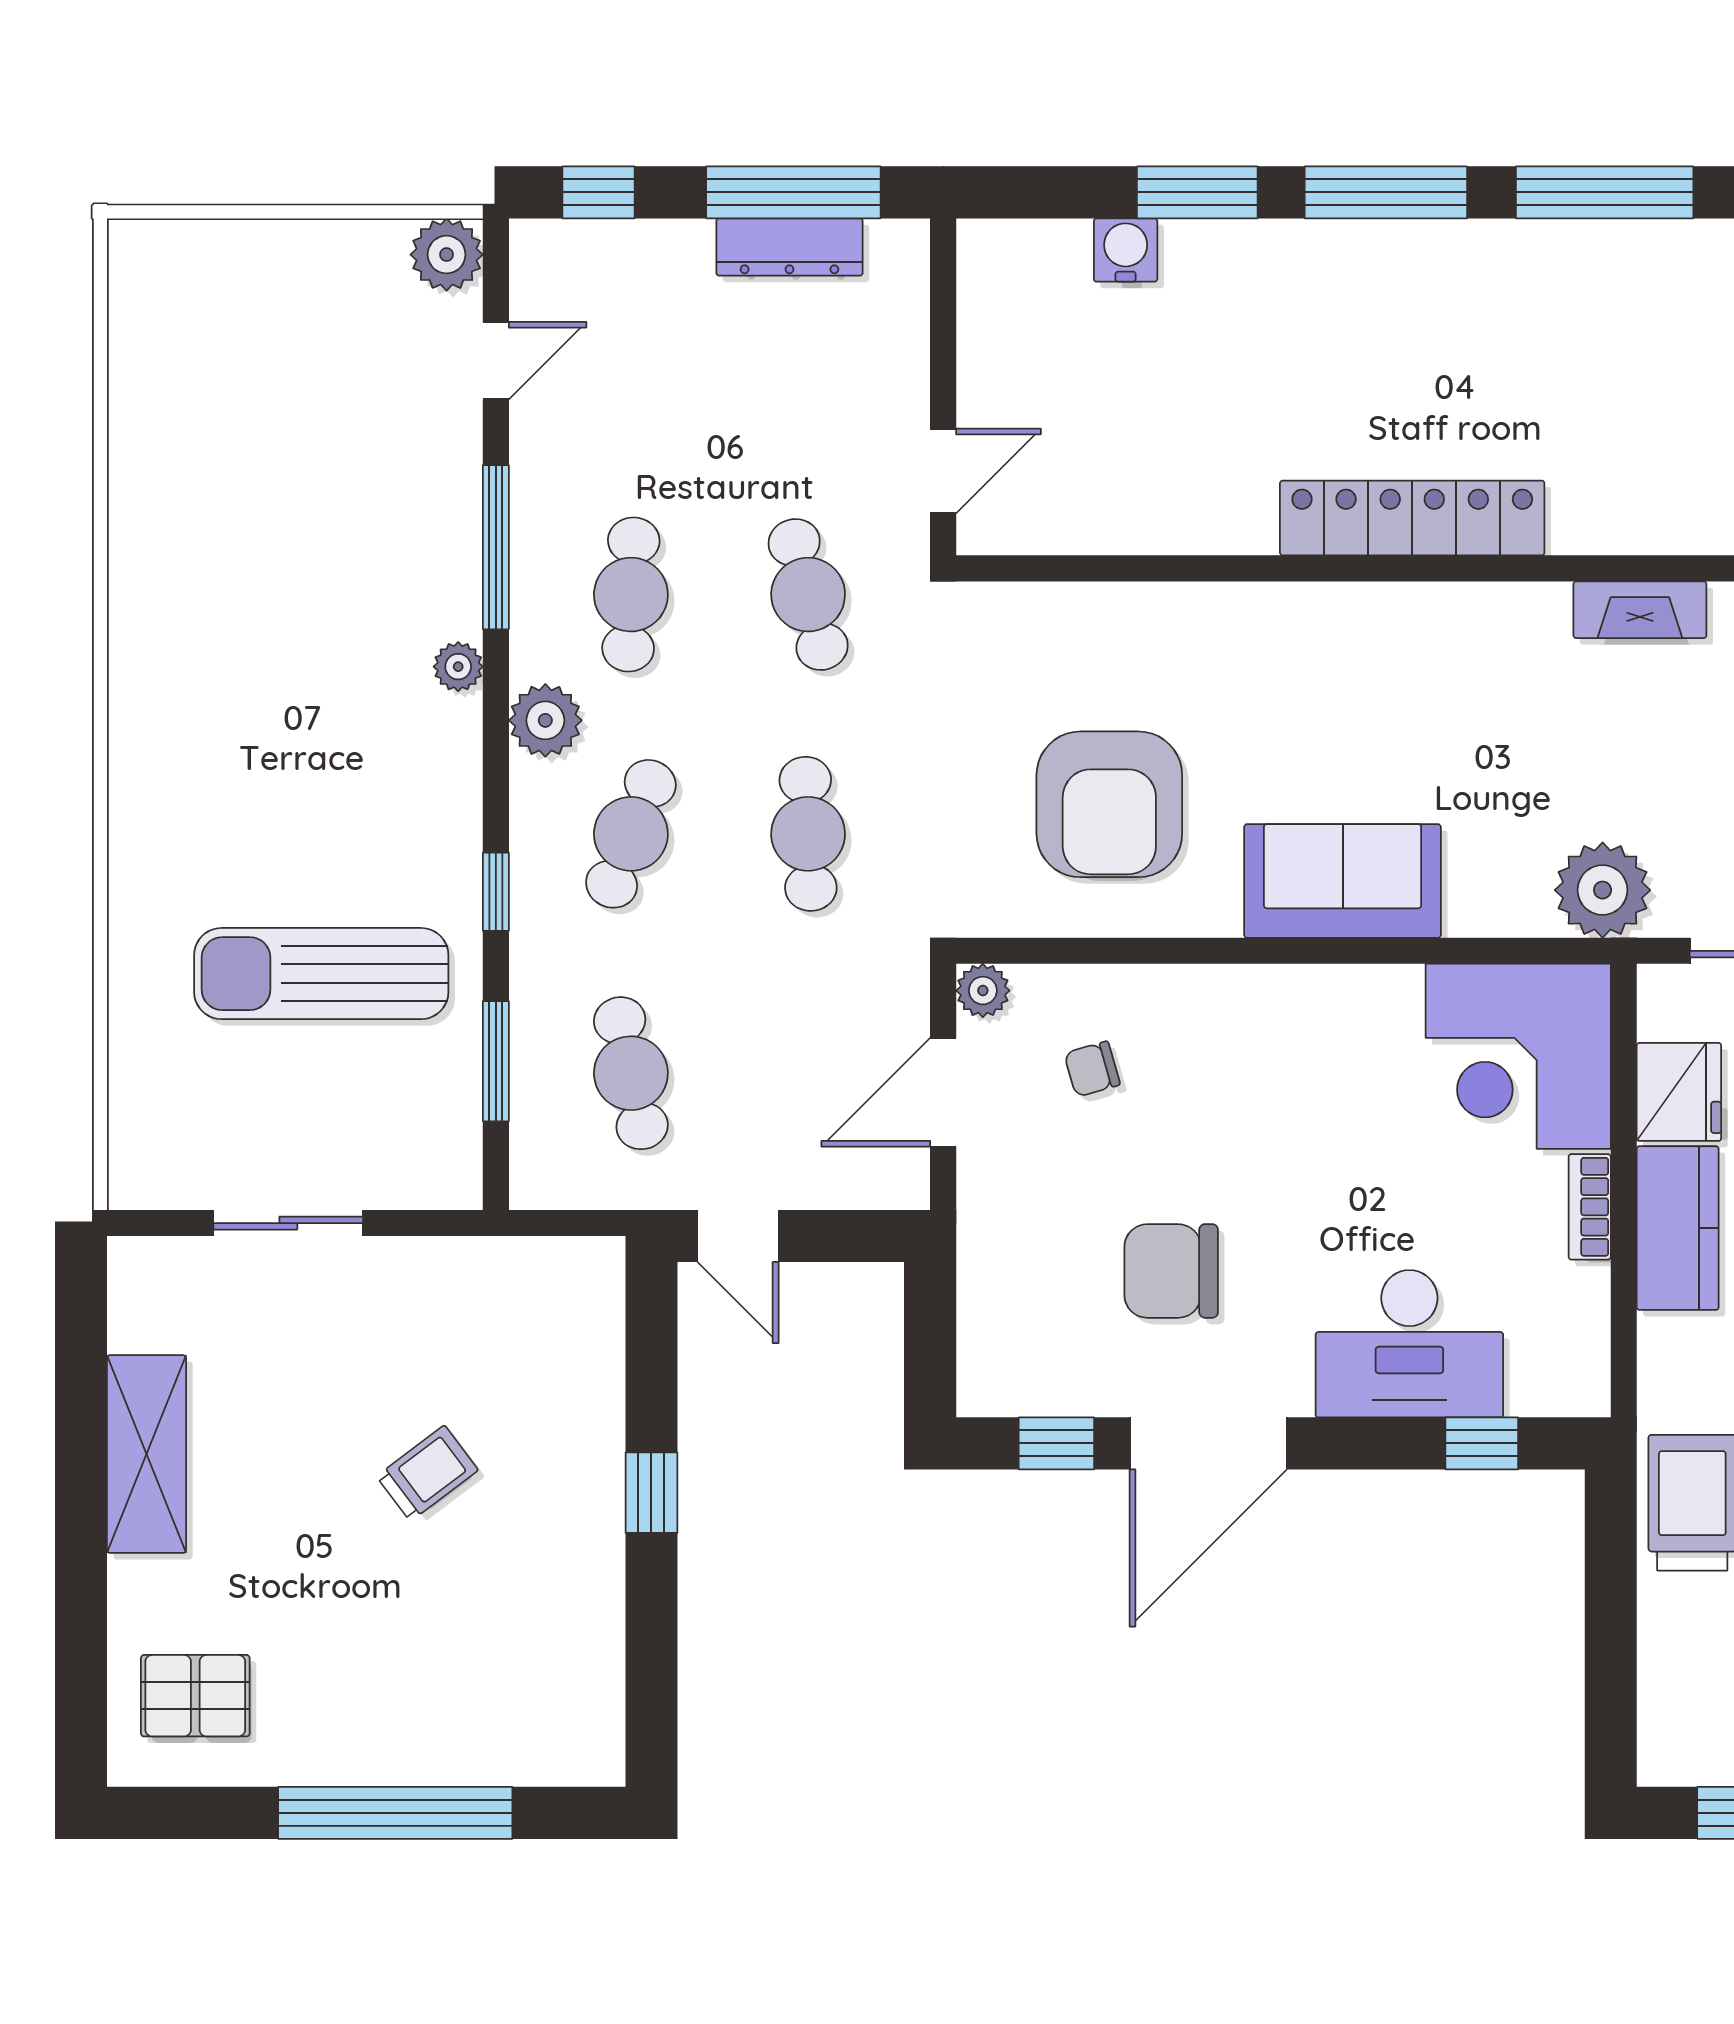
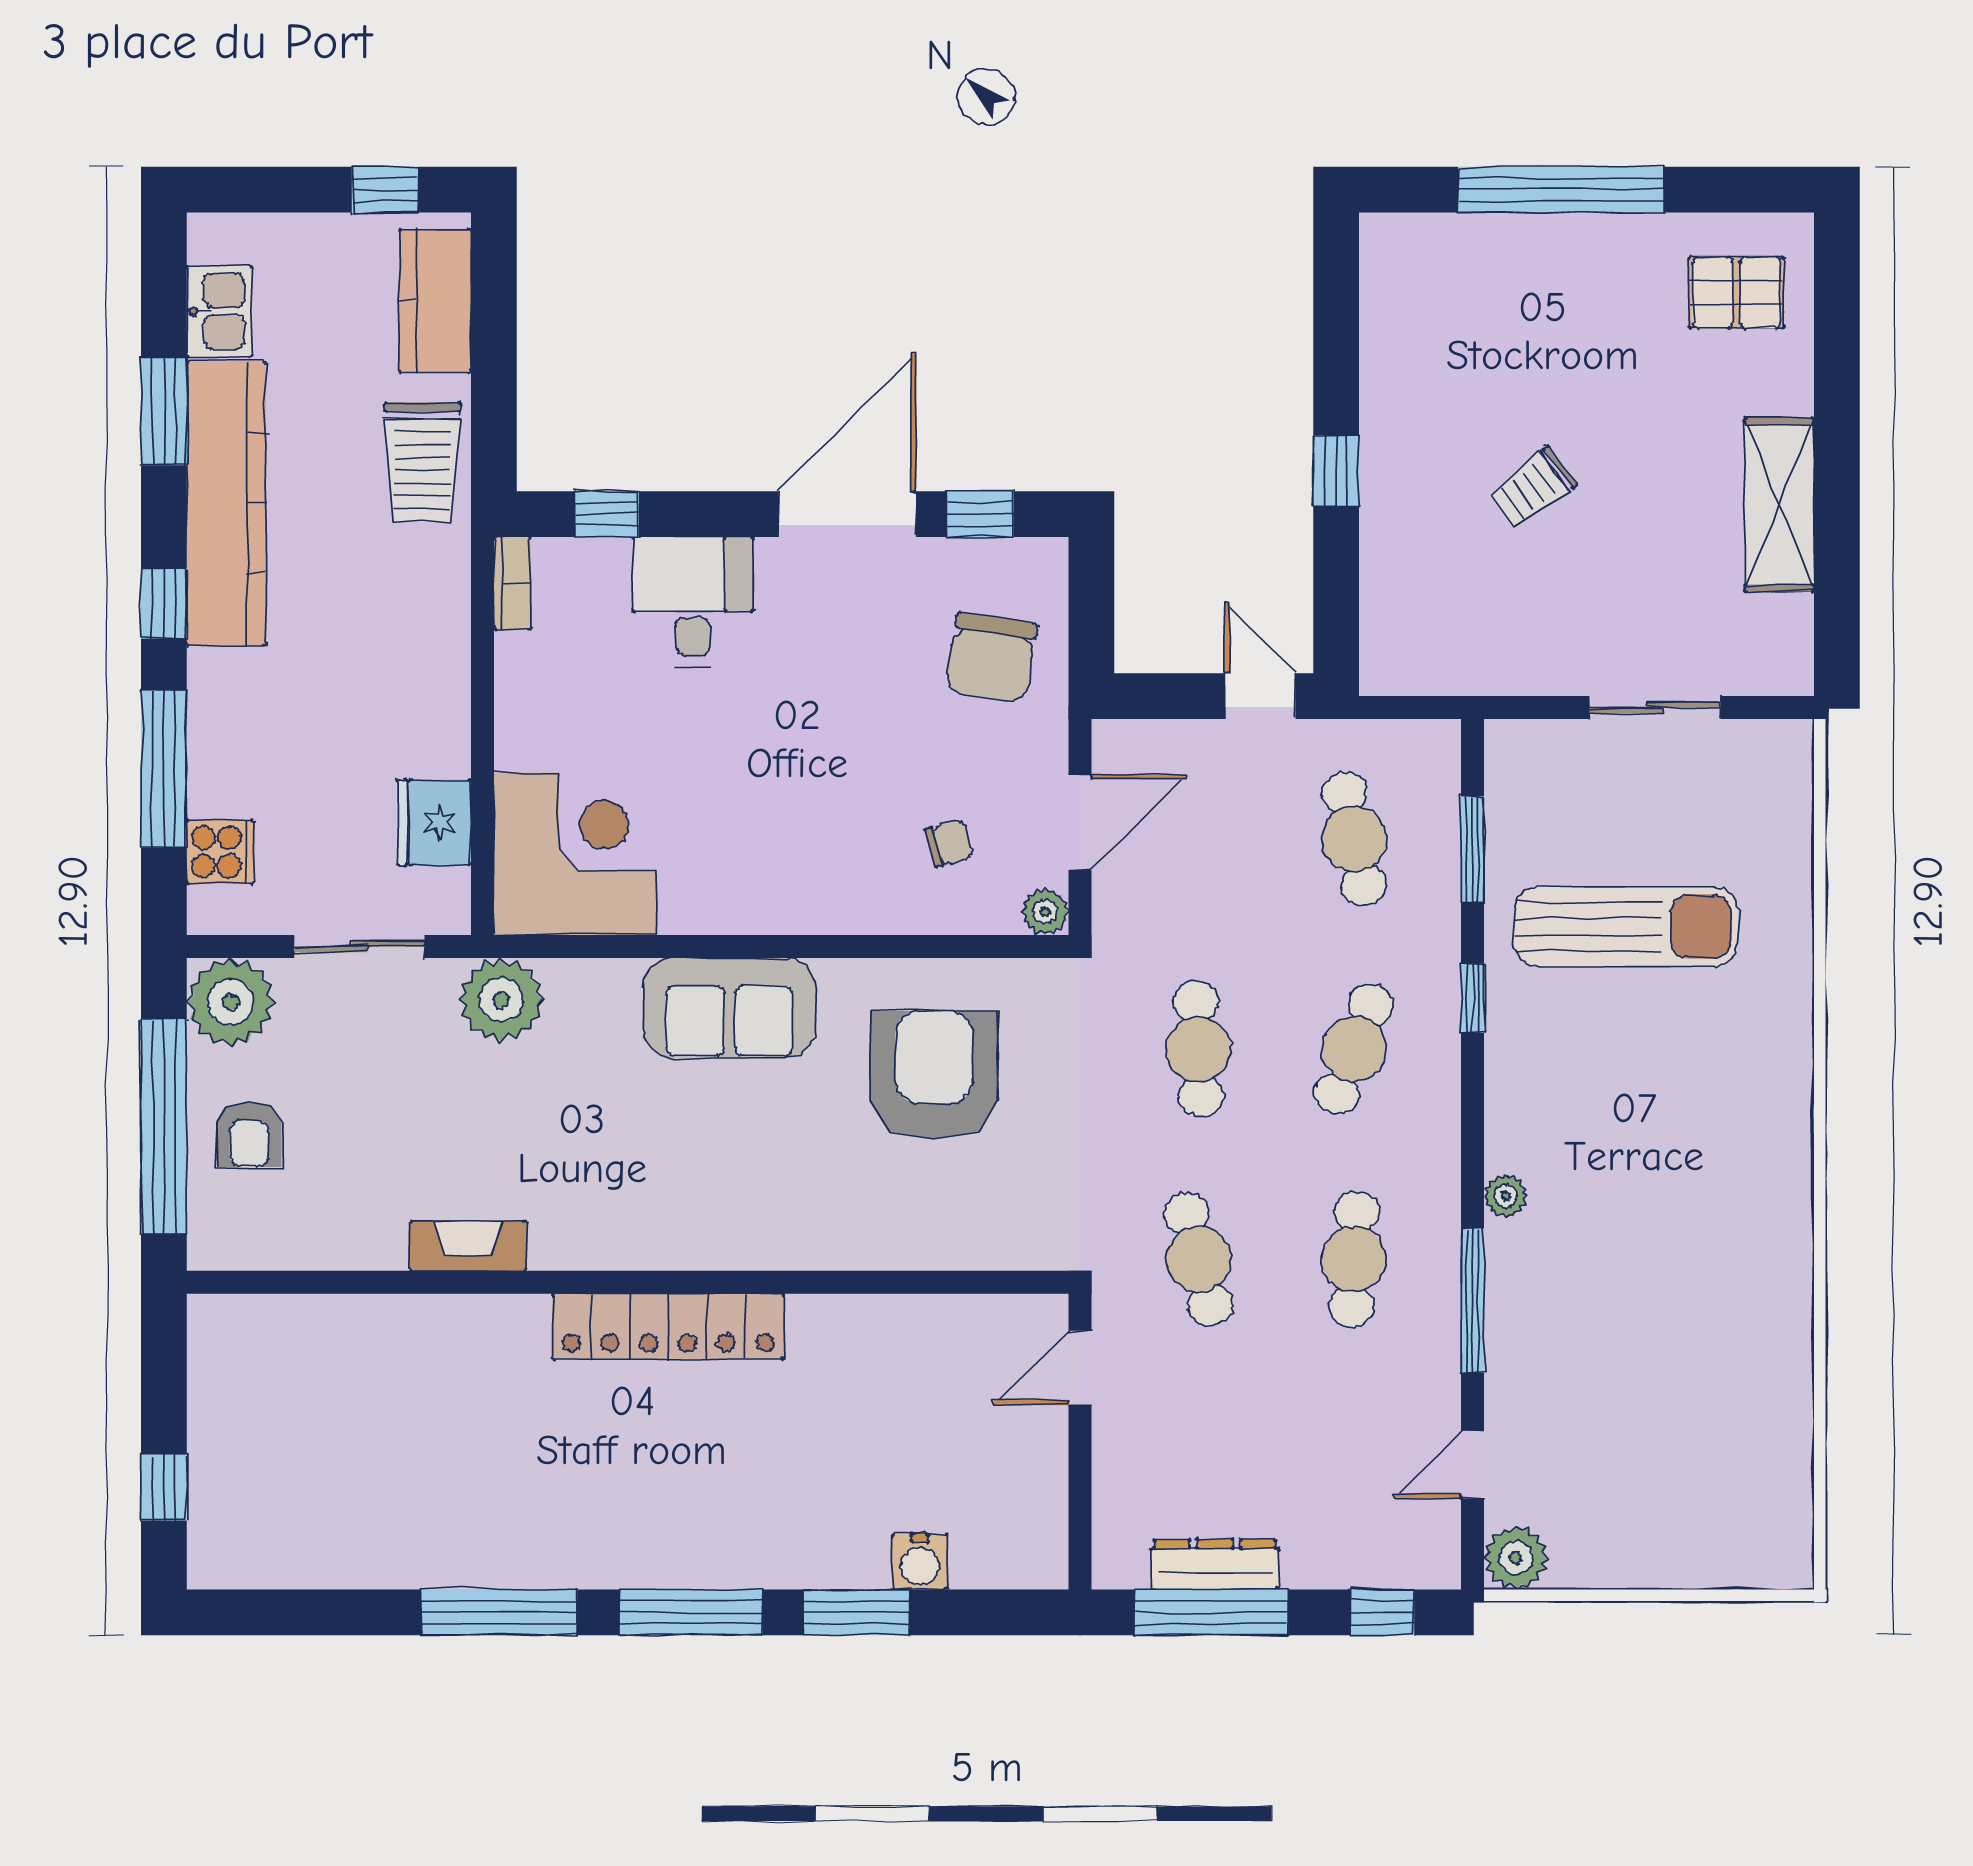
plant: (545, 720) -> (1429, 1149), removed
bookcase: (1590, 1207) -> (512, 583), moved
kitchen counter: (1678, 1228) -> (435, 301), moved
chair: (1171, 1271) -> (991, 658), moved, turned 99
desk: (1409, 1344) -> (693, 601), width x0.73

